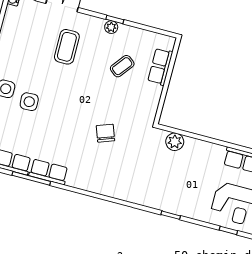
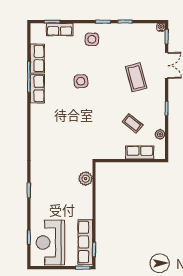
plant: (111, 27) -> (160, 134), moved
coffee table: (67, 47) -> (136, 77), turned 75
side table: (29, 102) -> (81, 81), moved
chair: (105, 133) -> (78, 124), removed

